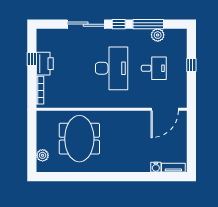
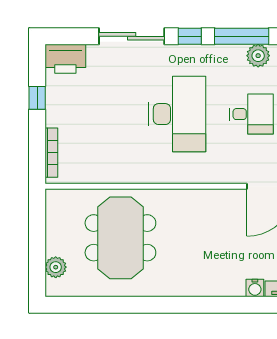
printer: (45, 64) -> (65, 59), moved, turned 90

